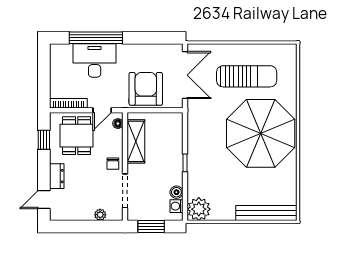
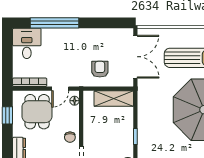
desk: (95, 60) -> (27, 43), moved, width x0.73
armchair: (146, 89) -> (100, 69), width x0.53, depth x0.53
shelving: (136, 141) -> (114, 99), moved, turned 90

